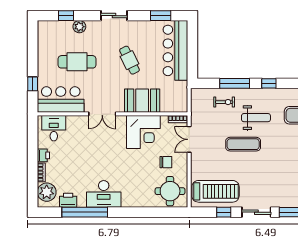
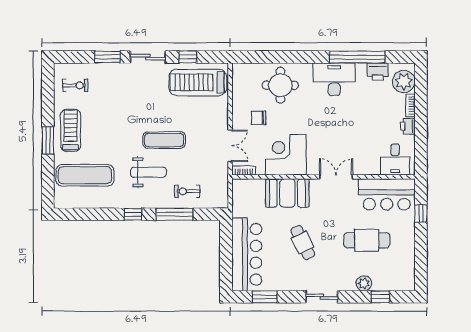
weight bench: (256, 118) -> (148, 172), turned 180
round table: (170, 191) -> (280, 85), moved

